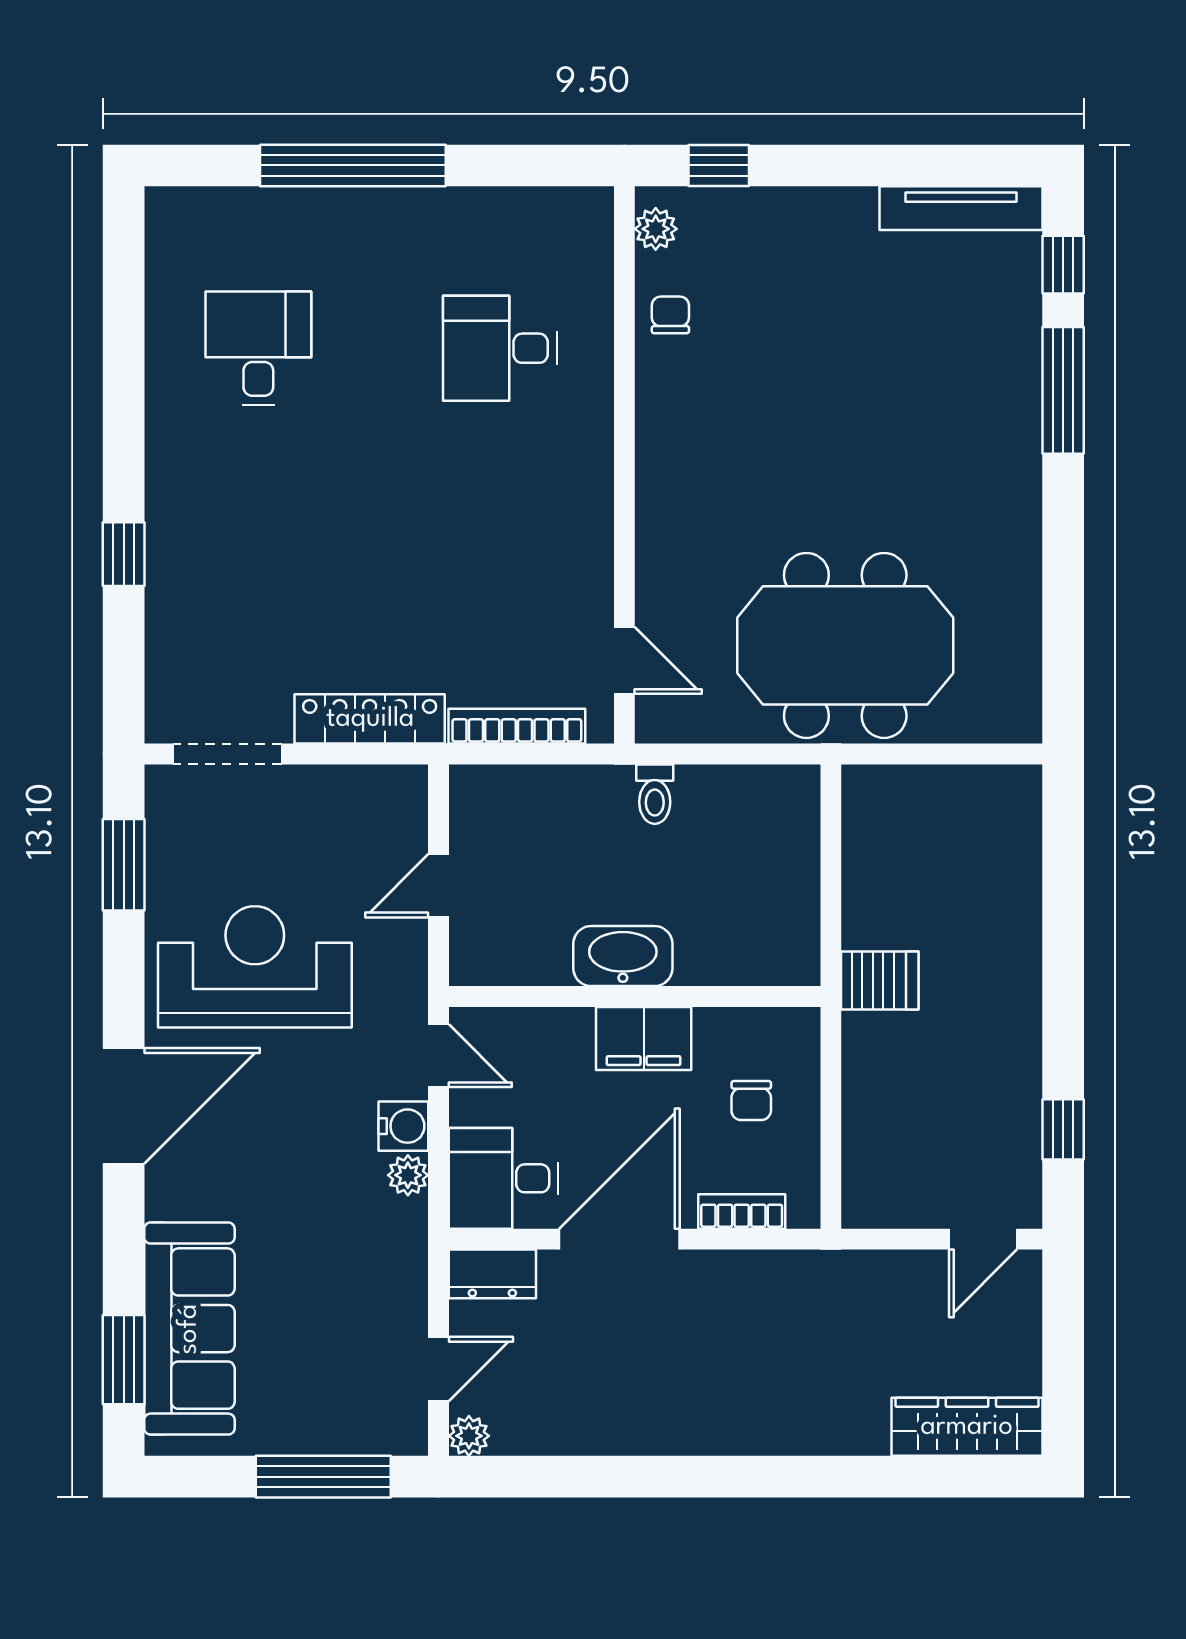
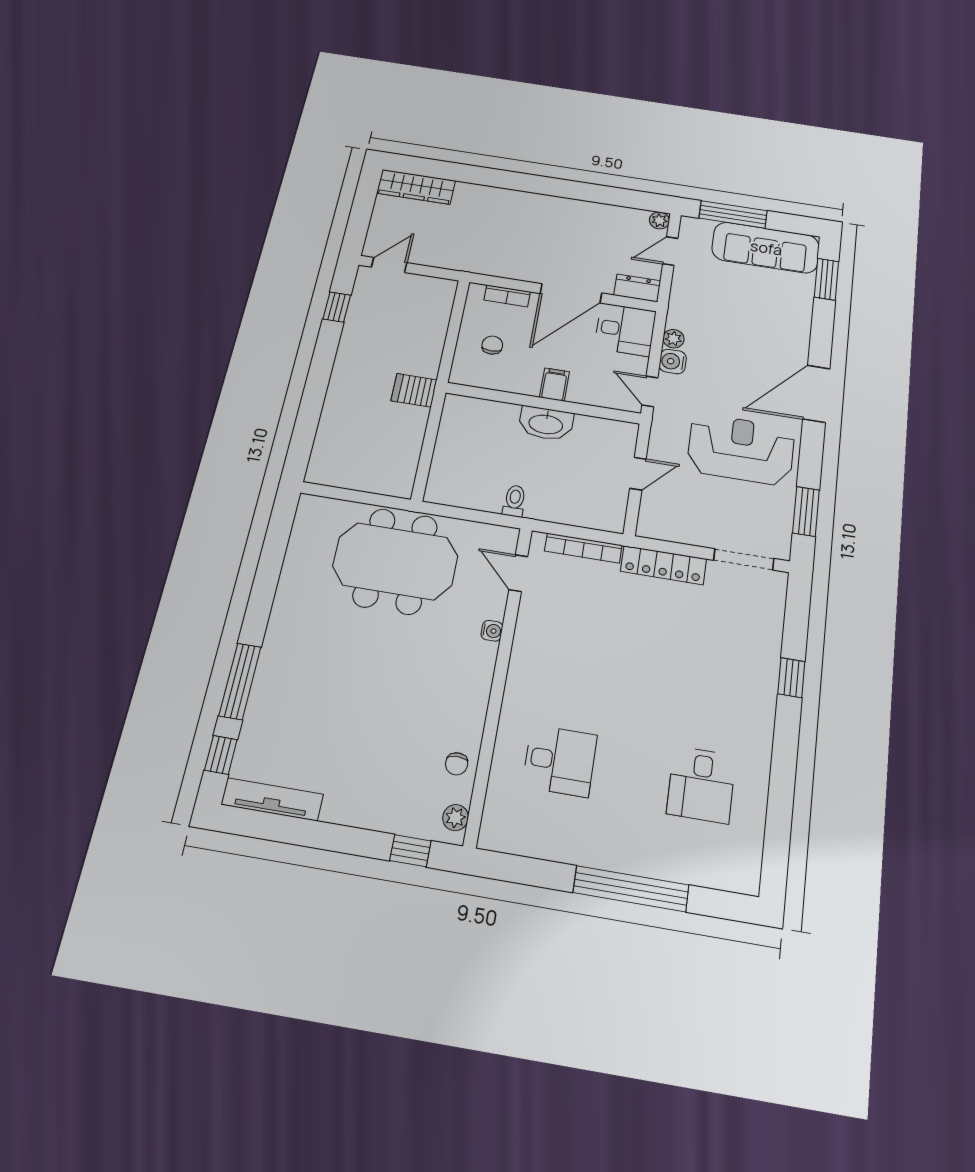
water cooler: (652, 549) -> (492, 631), added
reception desk: (255, 967) -> (741, 449), turned 180
filing cabinet: (644, 1039) -> (554, 385), width x0.50
sofa: (189, 1329) -> (766, 248), moved, turned -90

